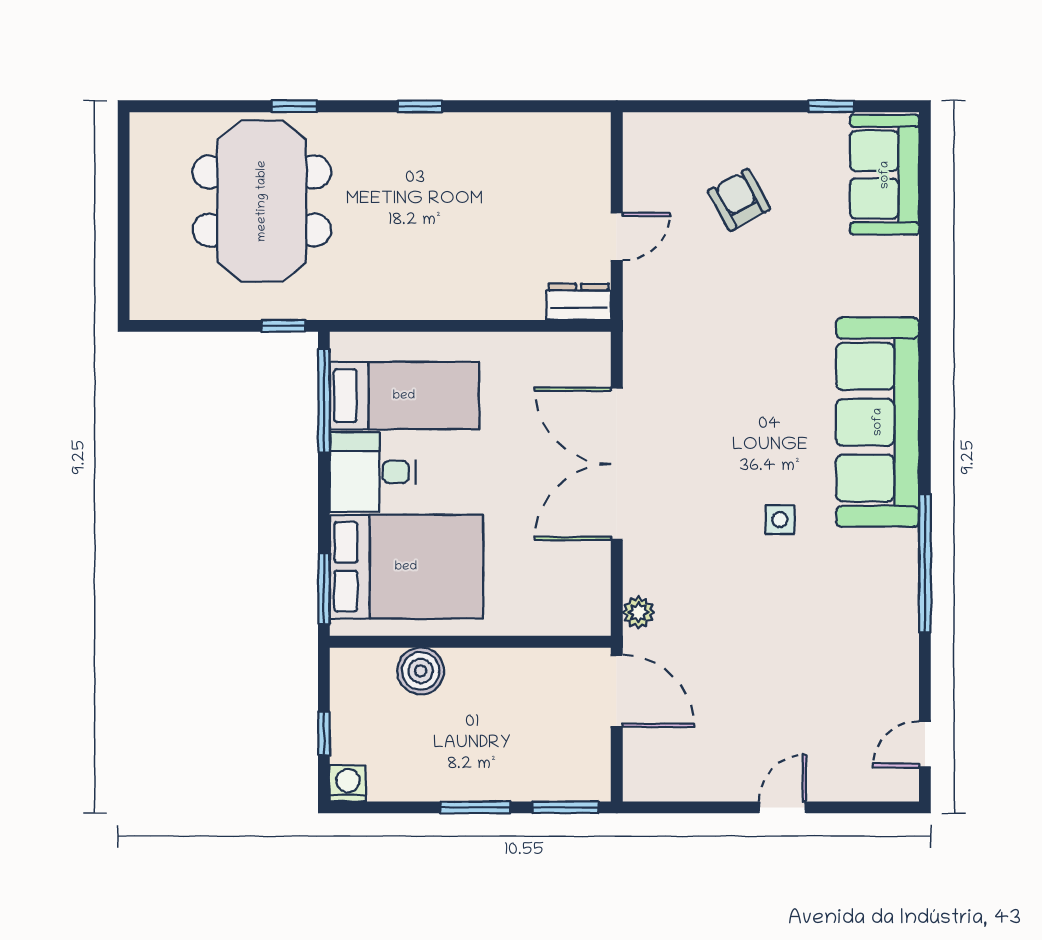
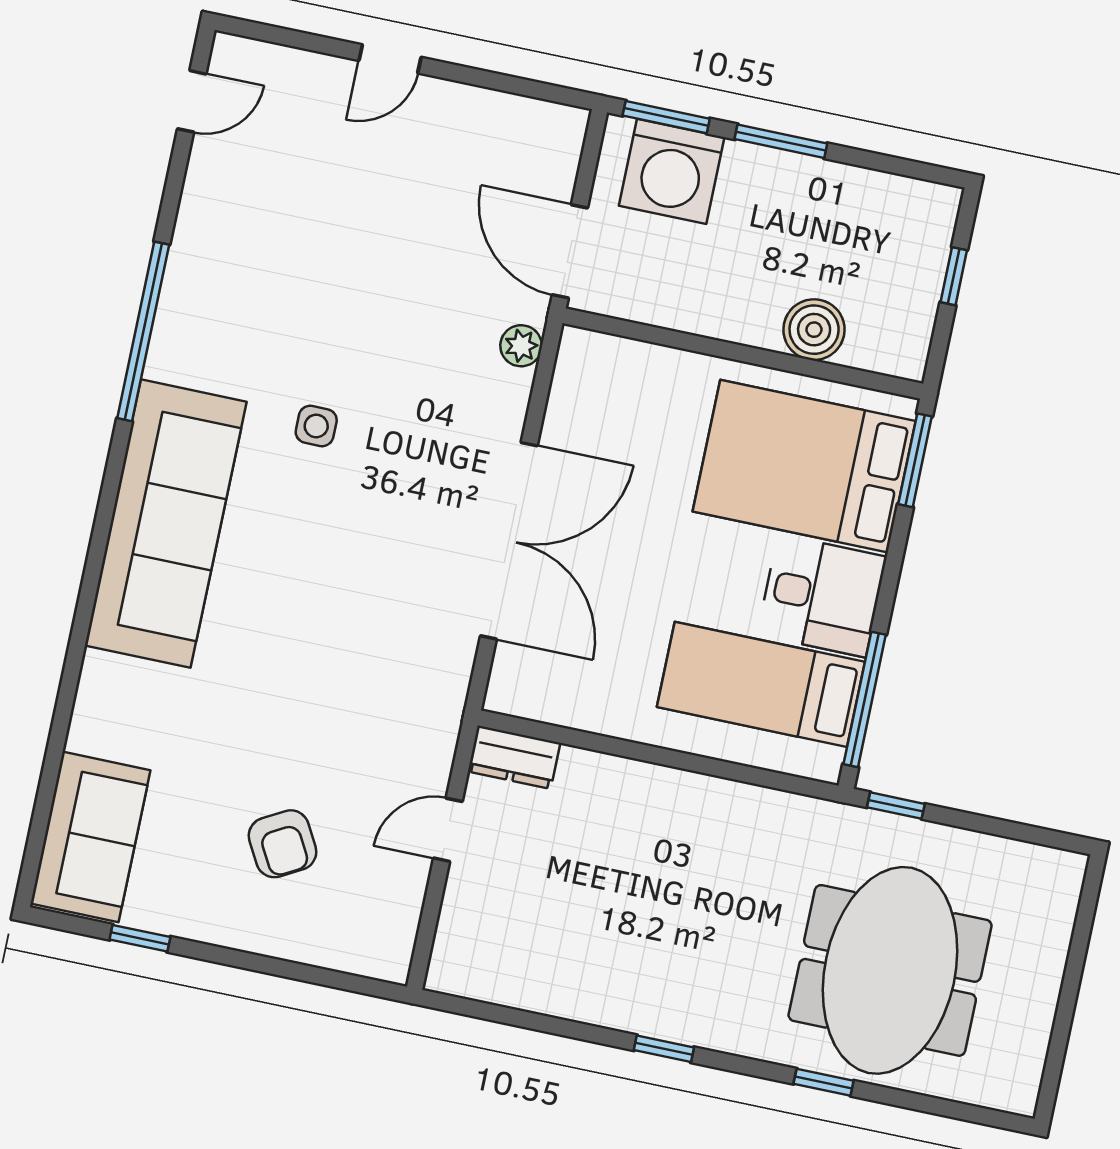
washing machine: (348, 783) -> (672, 171), moved, width x1.89, depth x1.89

